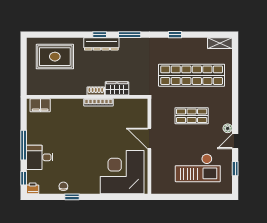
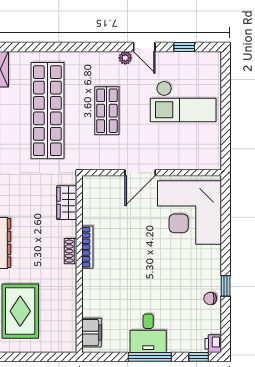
wardrobe: (117, 88) -> (67, 203), moved
desk: (40, 157) -> (148, 333), moved
checkout: (198, 168) -> (183, 102), turned 90

